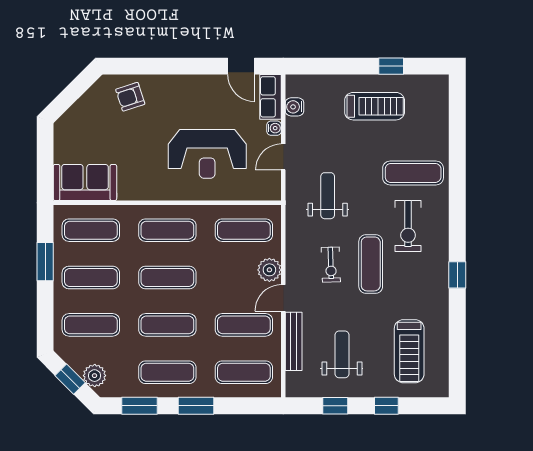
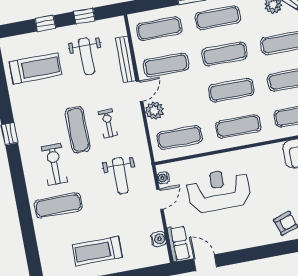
water cooler: (274, 128) -> (163, 178), moved
treadmill: (409, 351) -> (36, 68), turned 90

